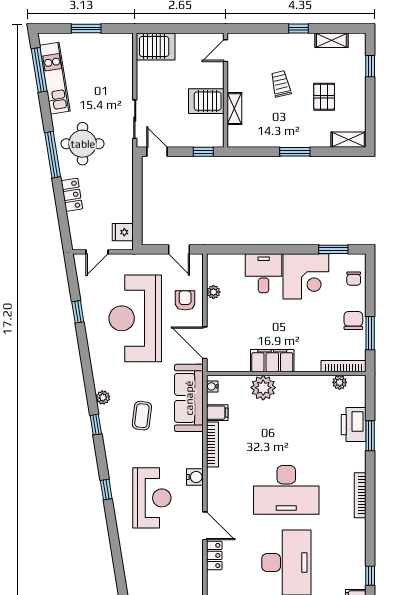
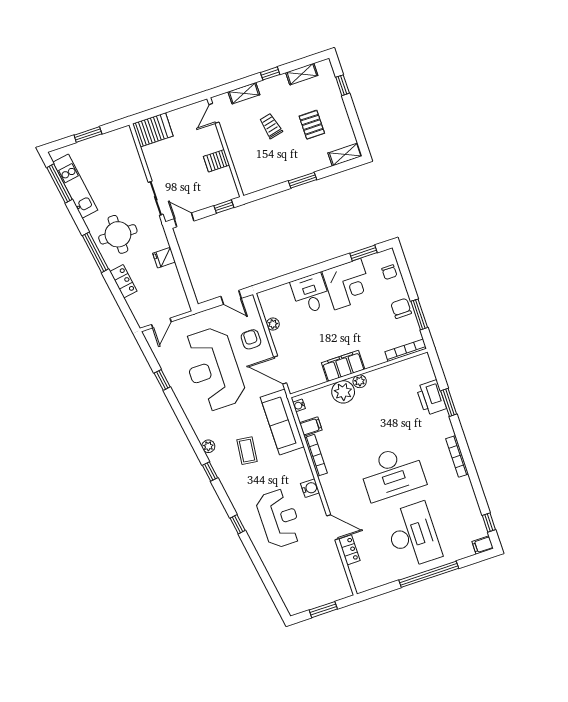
server rack: (206, 101) -> (216, 161), width x0.73, depth x0.70
shelving: (234, 109) -> (244, 93), moved, turned 90
fridge: (123, 232) -> (164, 258), moved
plant: (340, 382) -> (360, 381), moved

